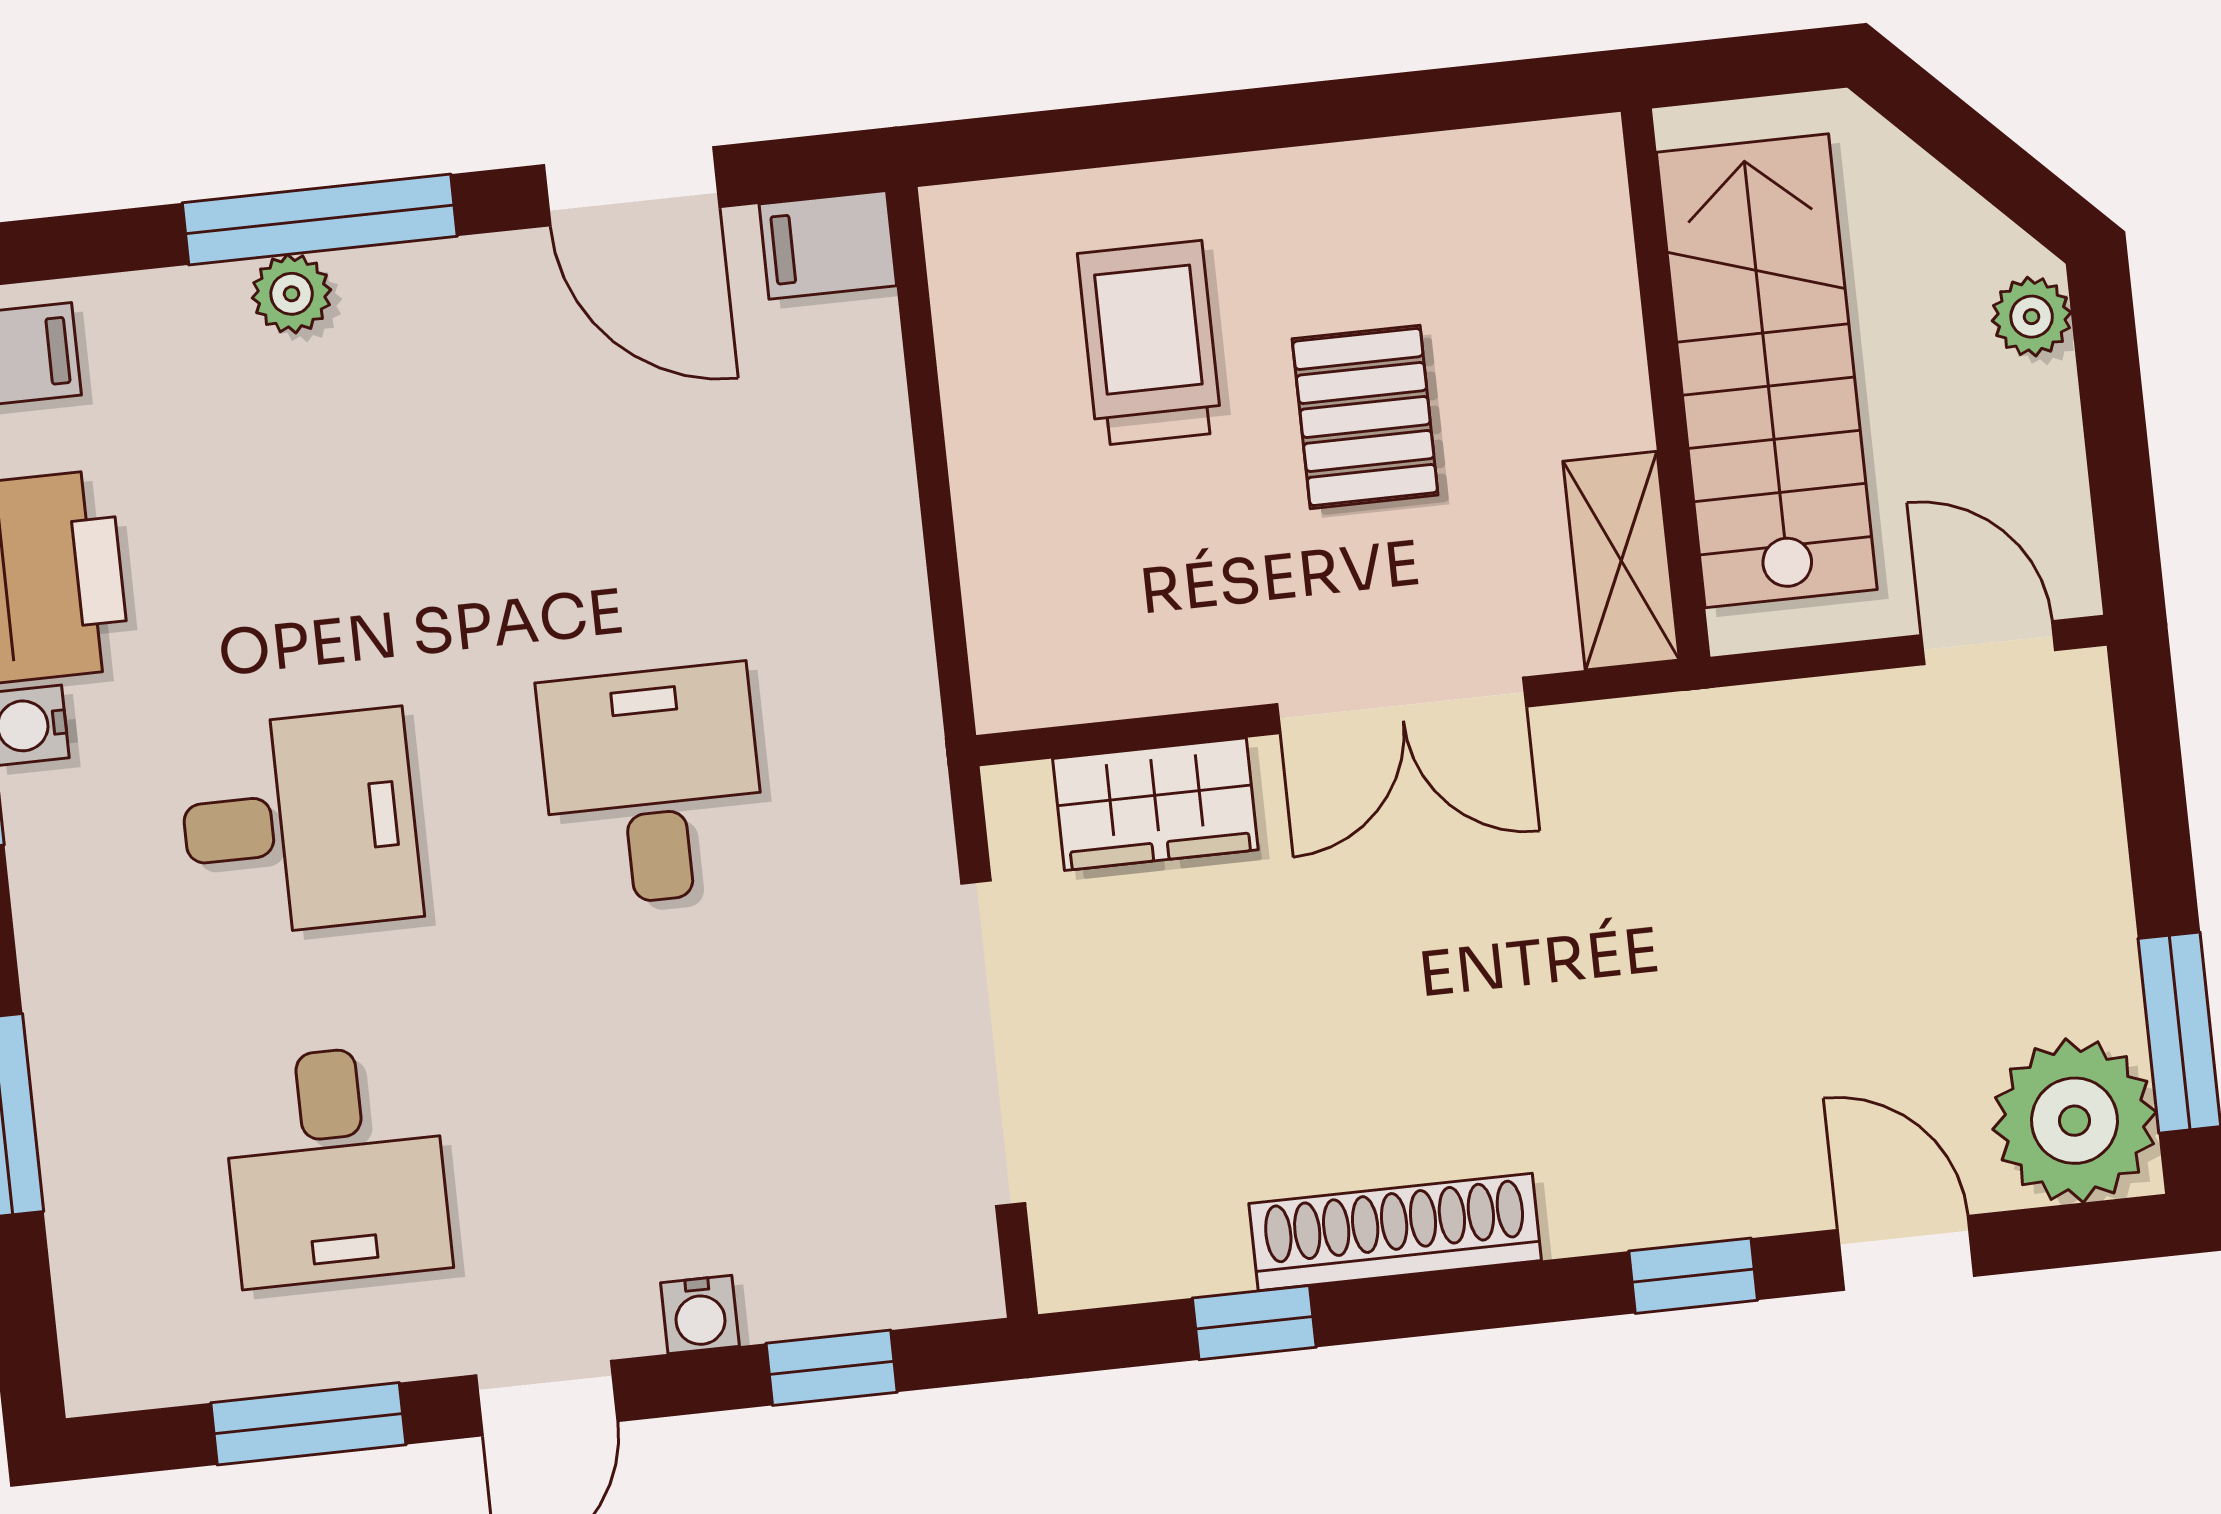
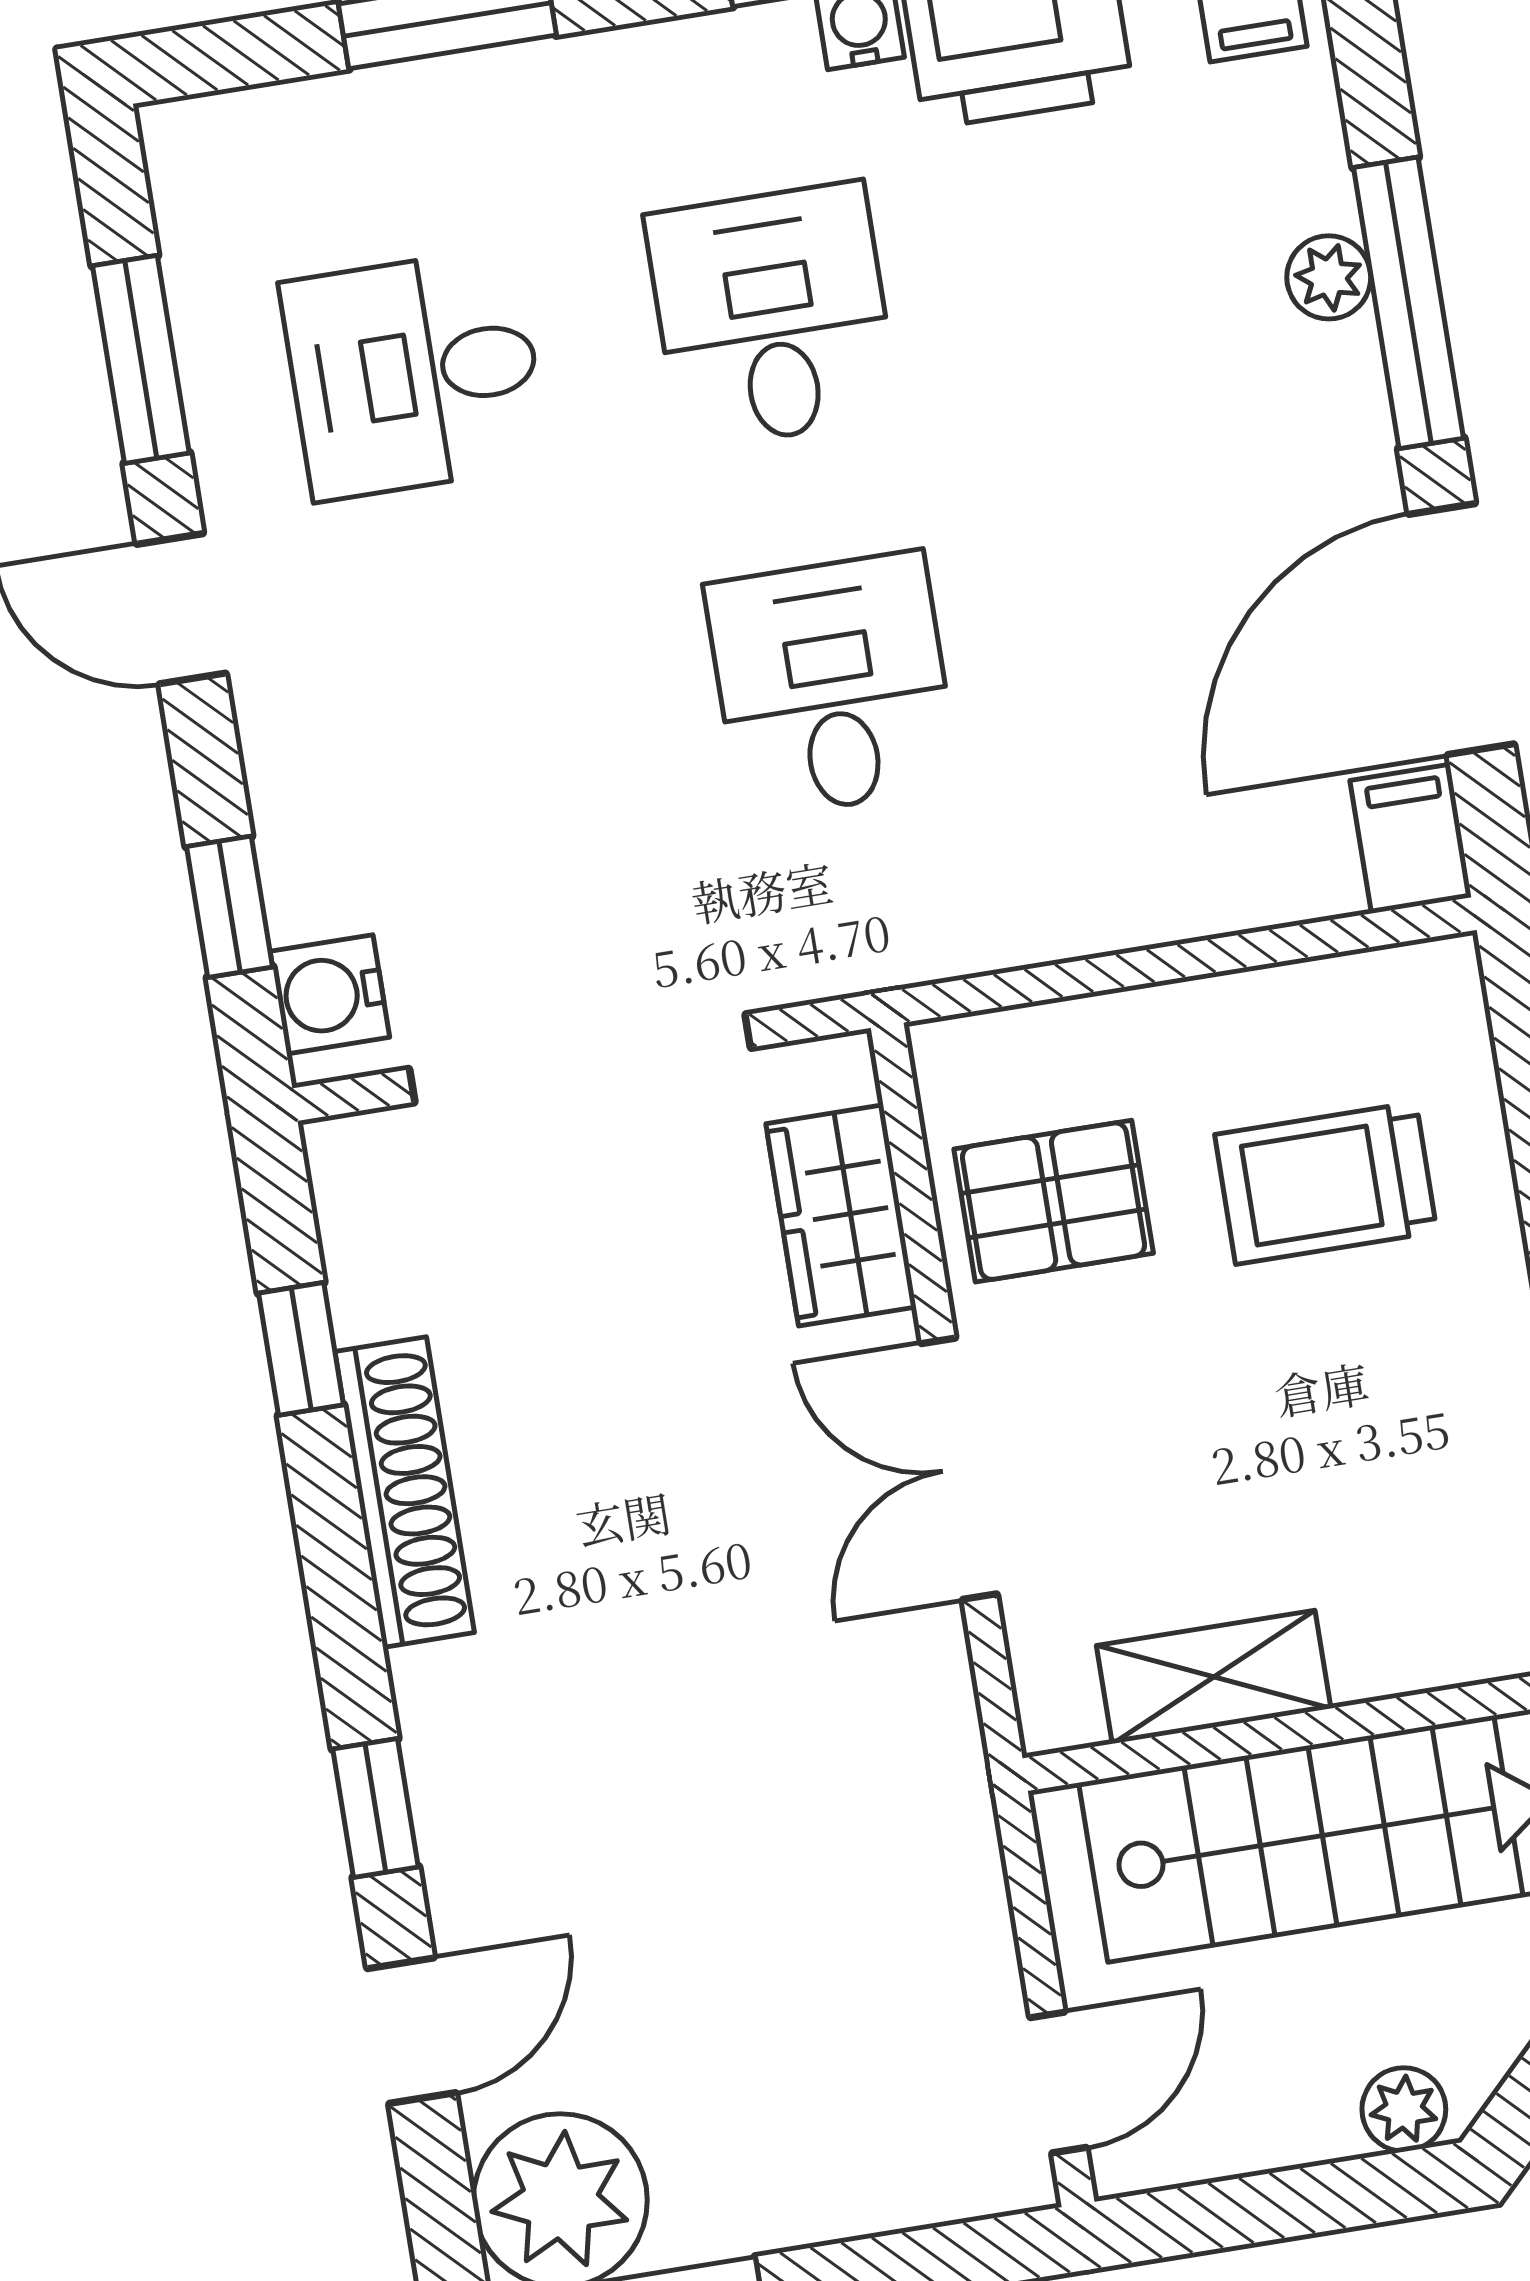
door: (632, 186) -> (1461, 629), width x1.36
trolley: (1150, 343) -> (1326, 1183), turned 180
pallet: (1365, 417) -> (1054, 1201), moved
shelving: (1621, 561) -> (1214, 1677), moved
desk: (653, 785) -> (832, 685), turned -90
desk: (299, 823) -> (772, 316), turned 180
water cooler: (700, 1314) -> (330, 994), moved, width x1.38, depth x1.38

